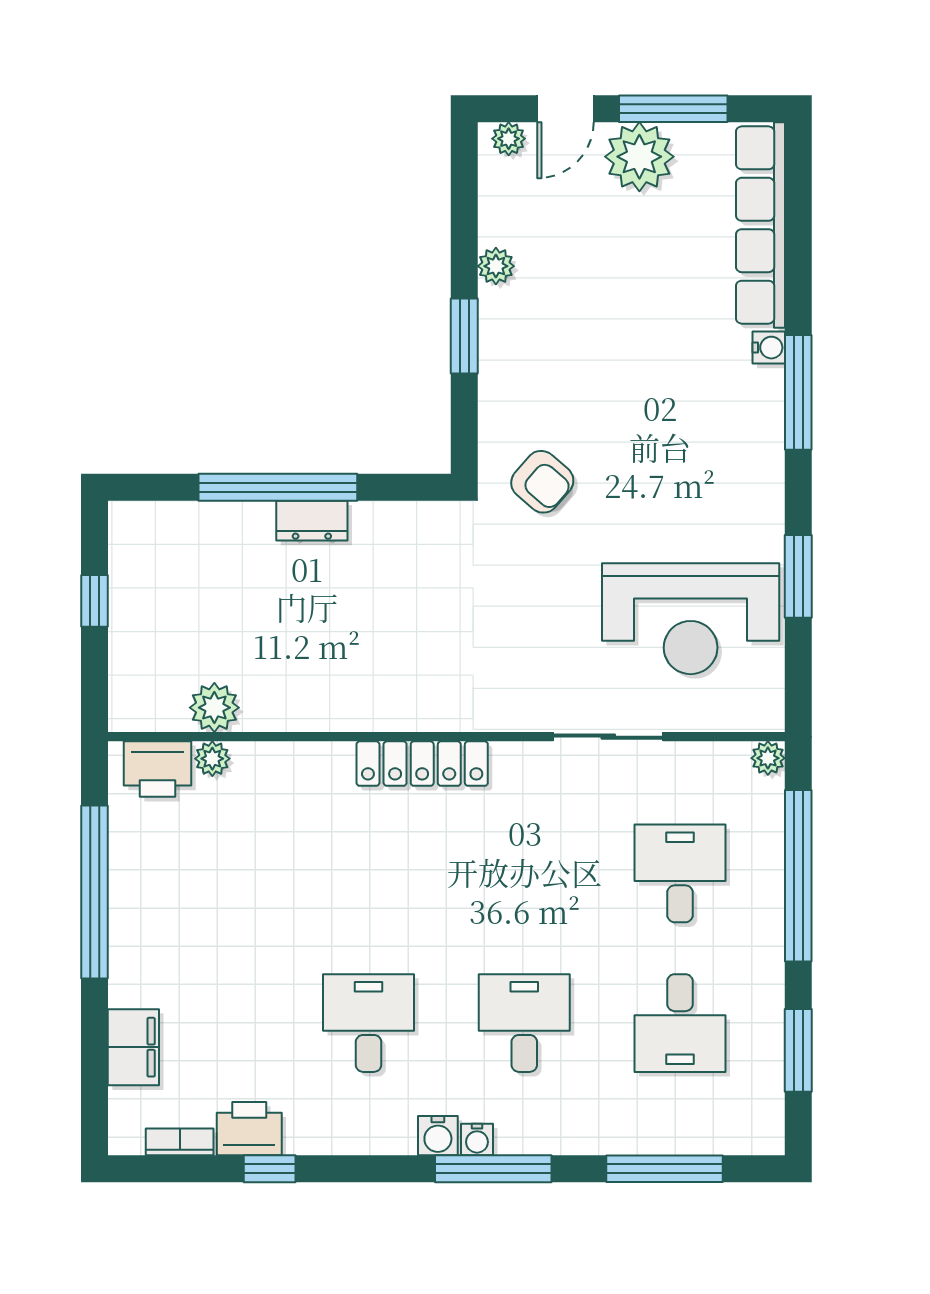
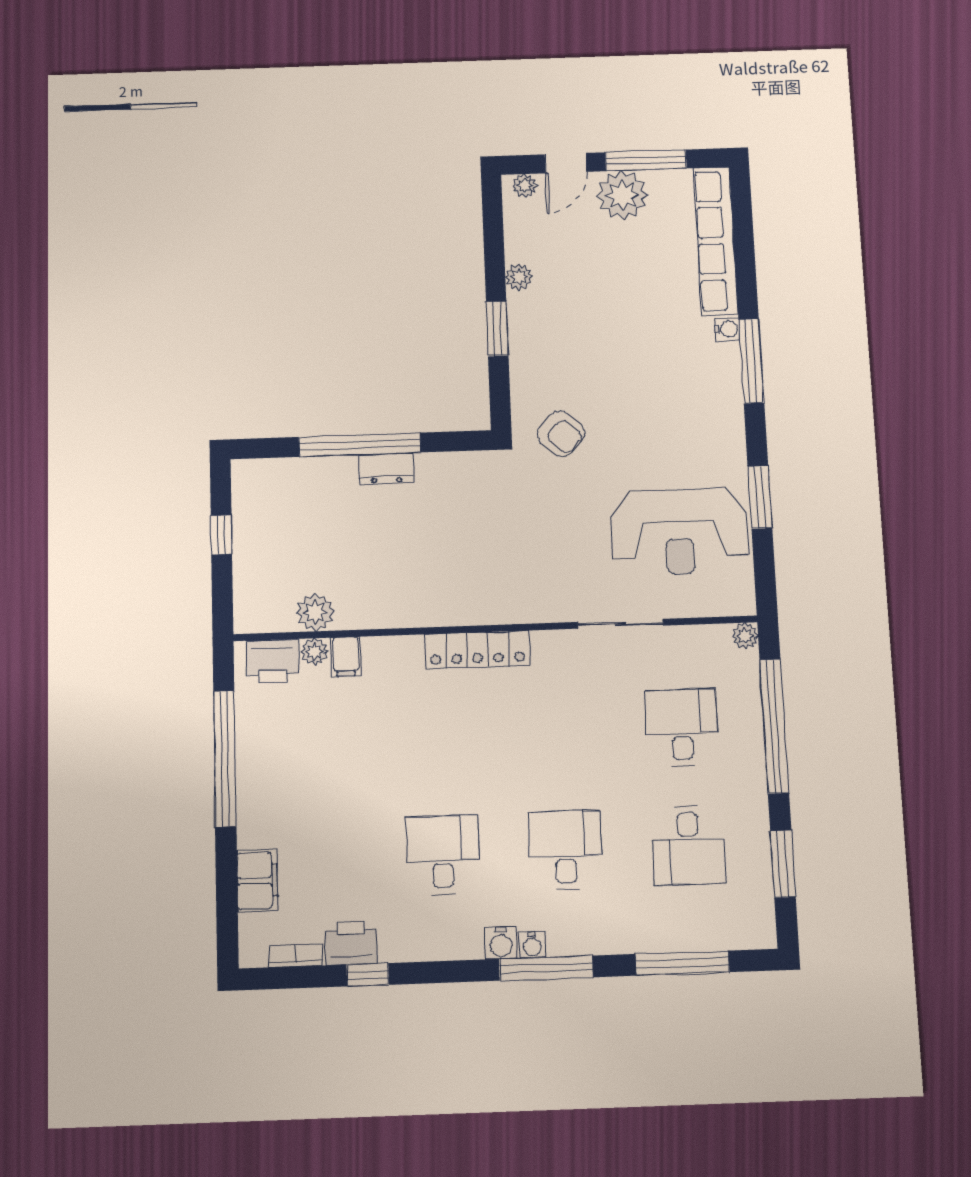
filing cabinet: (252, 766) -> (346, 657), added

